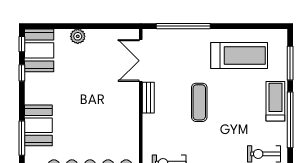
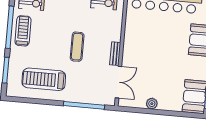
plant: (78, 36) -> (152, 104), moved
treadmill: (275, 101) -> (23, 31), moved, turned 180

